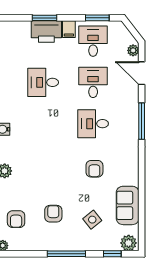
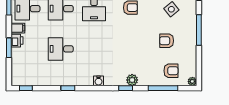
printer: (46, 31) -> (17, 41), width x0.53, depth x0.68
desk: (43, 82) -> (61, 49), turned 90

